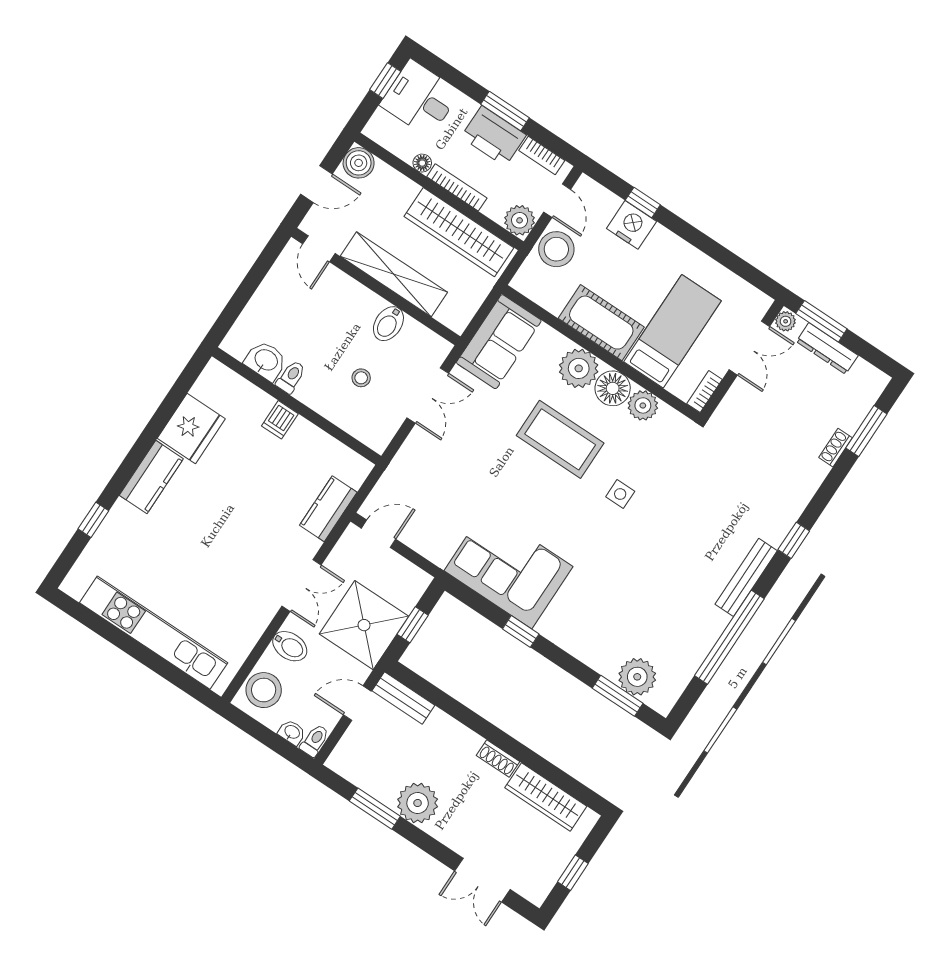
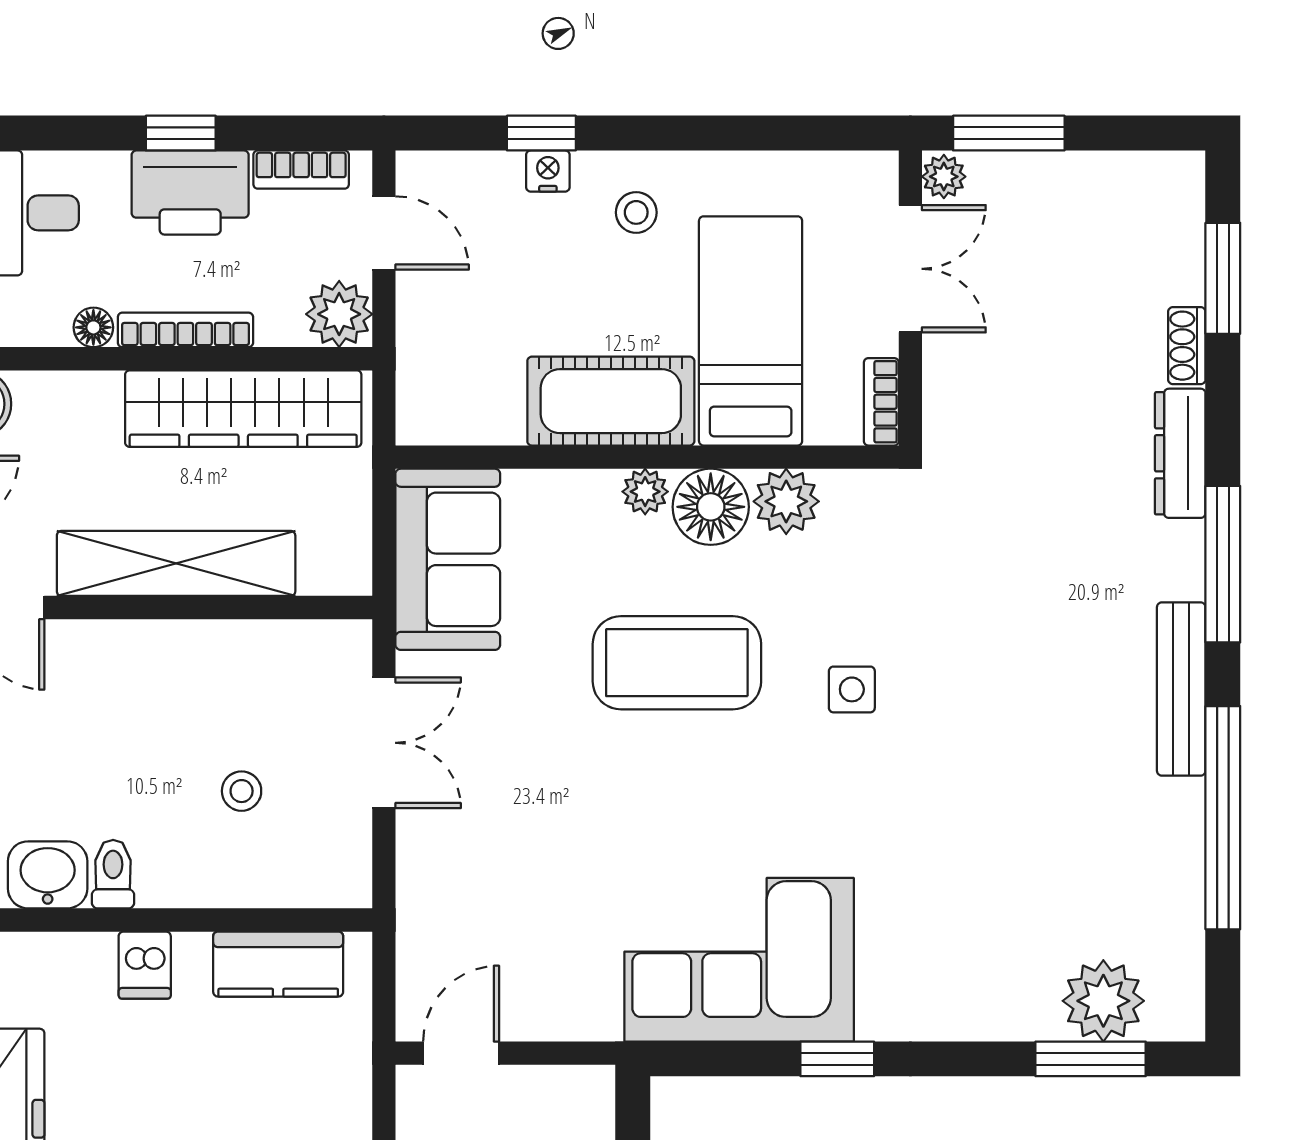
window: (505, 111) -> (181, 133), width x0.67
nightstand: (631, 225) -> (548, 171), width x0.53, depth x0.56
stool: (556, 249) -> (636, 212), moved, width x0.53, depth x0.53
bidet: (388, 324) -> (226, 660), removed
dresser: (827, 349) -> (1180, 453), moved, turned 90
plant: (579, 368) -> (645, 492), width x0.53, depth x0.53
kitchen counter: (328, 509) -> (278, 964), moved, turned -90
window: (794, 540) -> (1223, 564), width x2.17

